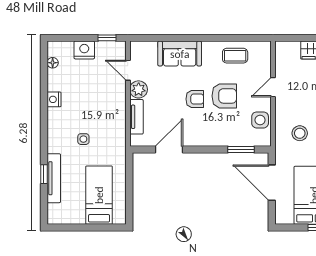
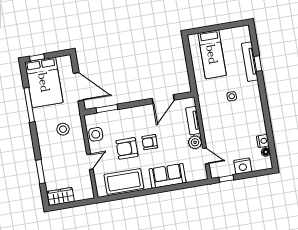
coffee table: (235, 56) -> (124, 181), width x1.86, depth x1.72
nightstand: (54, 99) -> (263, 141), moved

